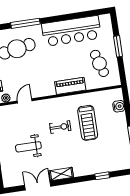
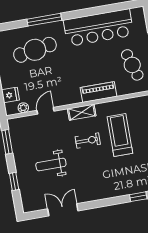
treadmill: (88, 123) -> (120, 135), turned 180
shelving: (61, 174) -> (82, 112), moved

